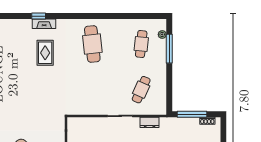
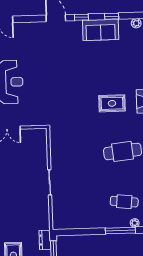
cafe table: (141, 90) -> (77, 203), removed
dresser: (150, 122) -> (45, 240), moved

